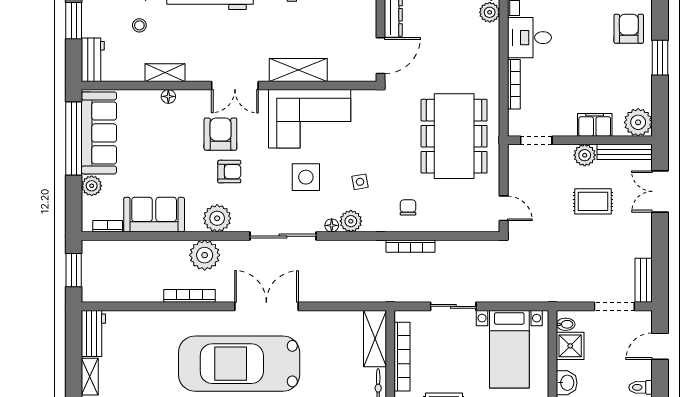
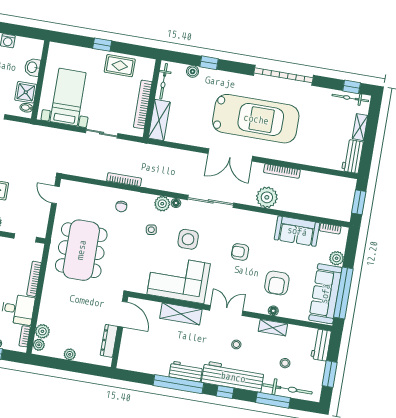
stool: (213, 40) -> (236, 344), added
door: (380, 56) -> (123, 314), swing flipped
armchair: (220, 134) -> (277, 283), moved
plant: (217, 218) -> (254, 221), removed

